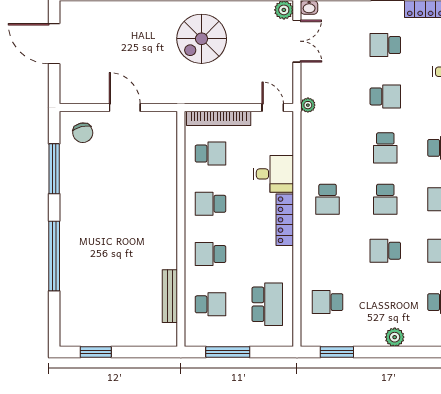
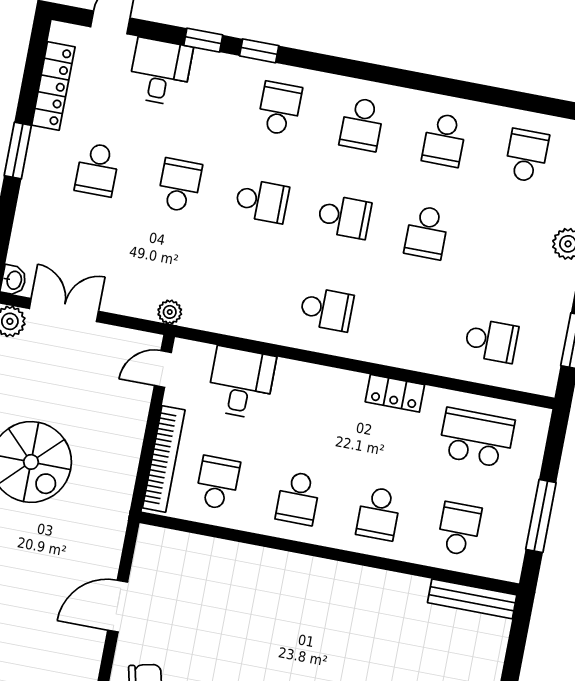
desk: (273, 174) -> (241, 383), moved
locker: (285, 220) -> (395, 393), moved, width x0.66
bench: (170, 296) -> (472, 599), moved
school desk: (328, 302) -> (491, 341), turned -90

